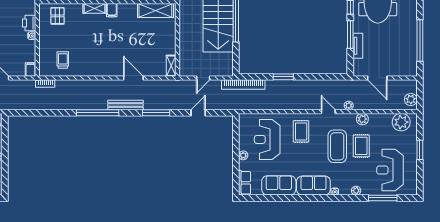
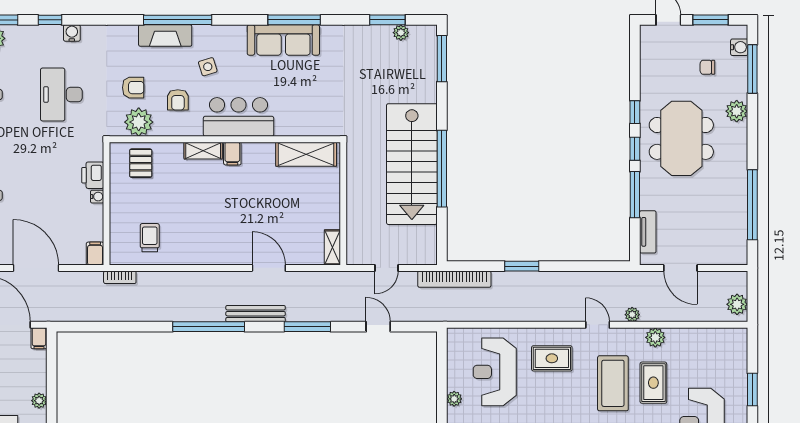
tv unit: (358, 46) -> (648, 232), moved
door: (198, 113) -> (378, 327), hinge flipped
plant: (401, 122) -> (721, 343), removed
rug: (301, 131) -> (552, 358), turned 90

